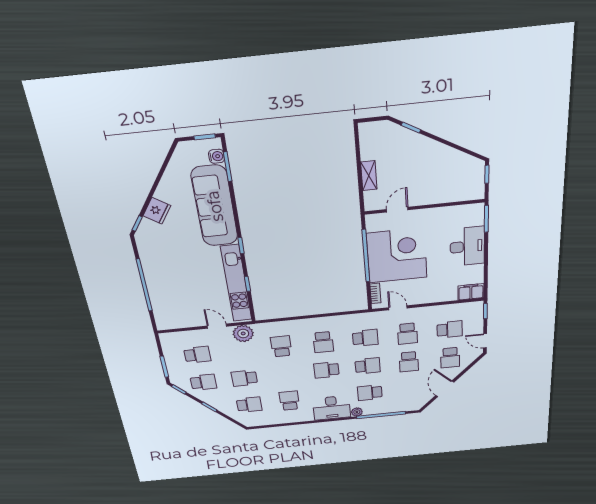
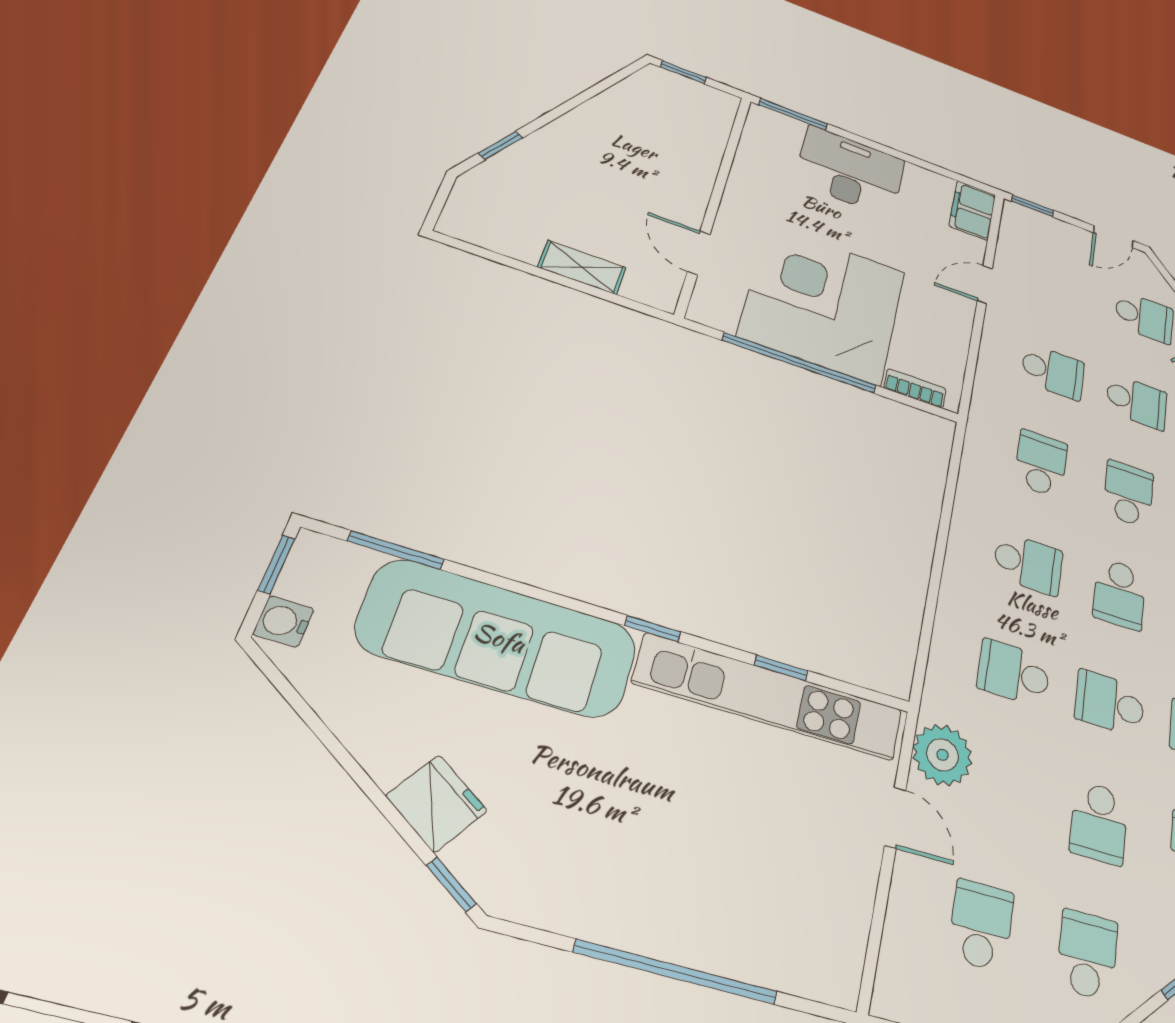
water cooler: (216, 156) -> (284, 621), moved, turned -90
door: (398, 308) -> (985, 285), moved
door: (217, 326) -> (895, 818), swing flipped
school desk: (450, 329) -> (1110, 703), moved, turned -90

